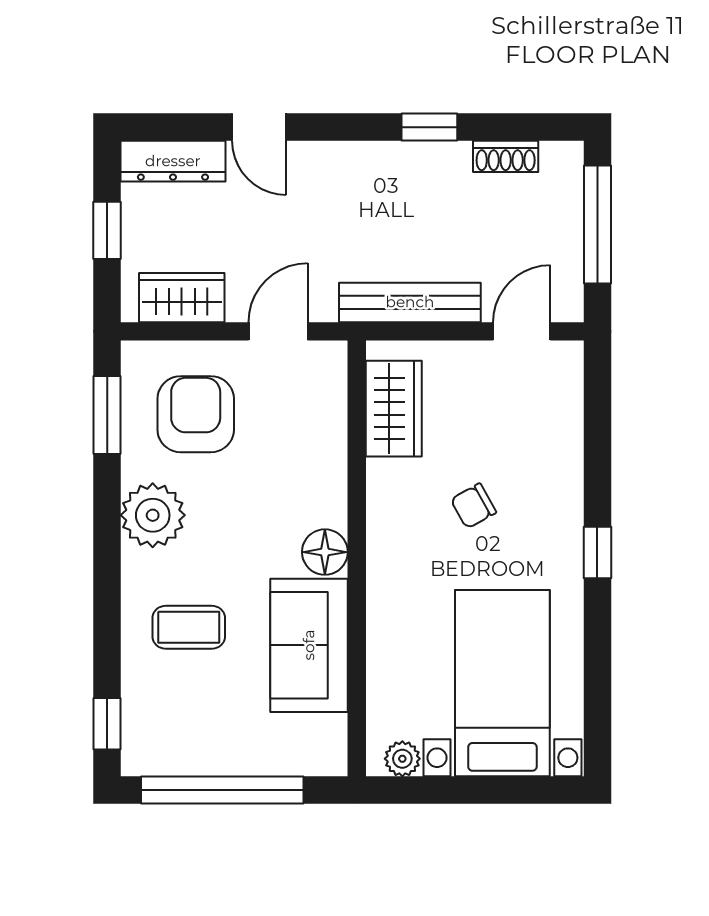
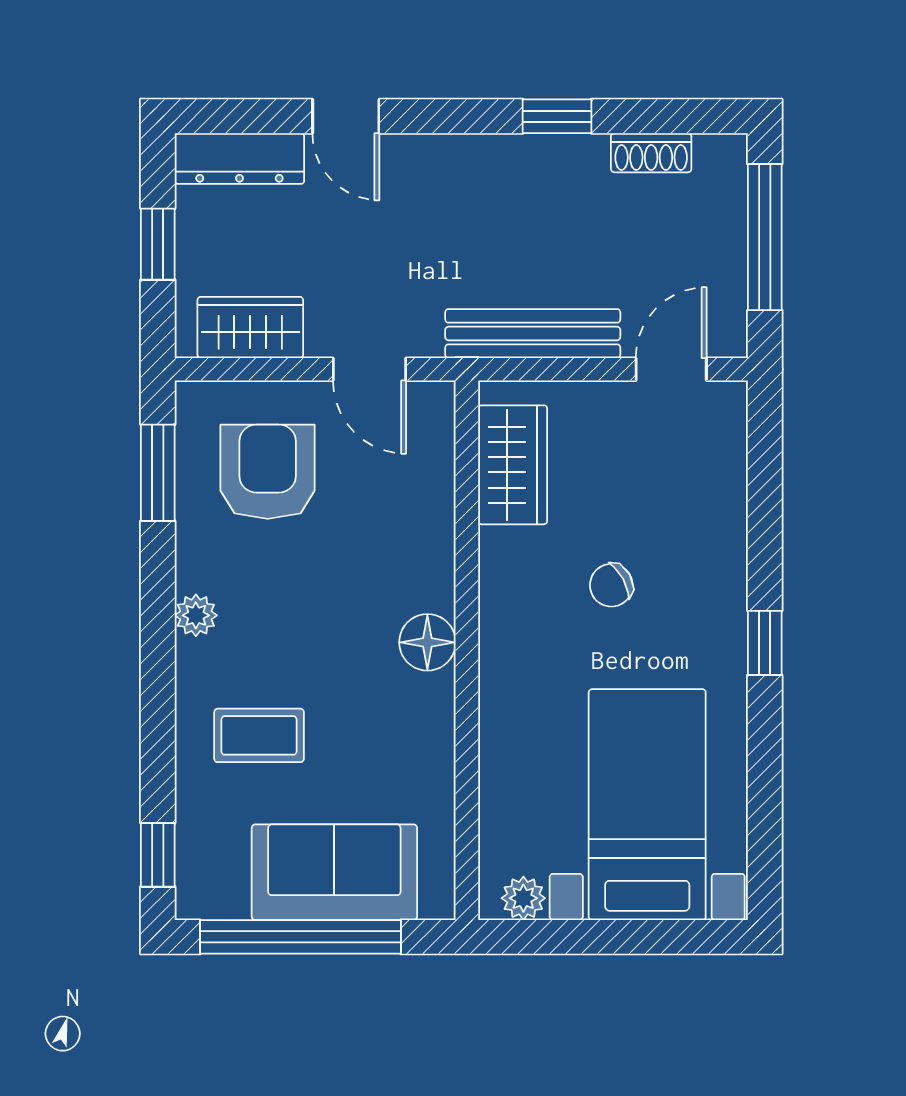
door: (278, 331) -> (370, 369), swing flipped
plant: (153, 515) -> (196, 615), width x0.53, depth x0.53
sofa: (309, 645) -> (334, 872), moved, turned 90

